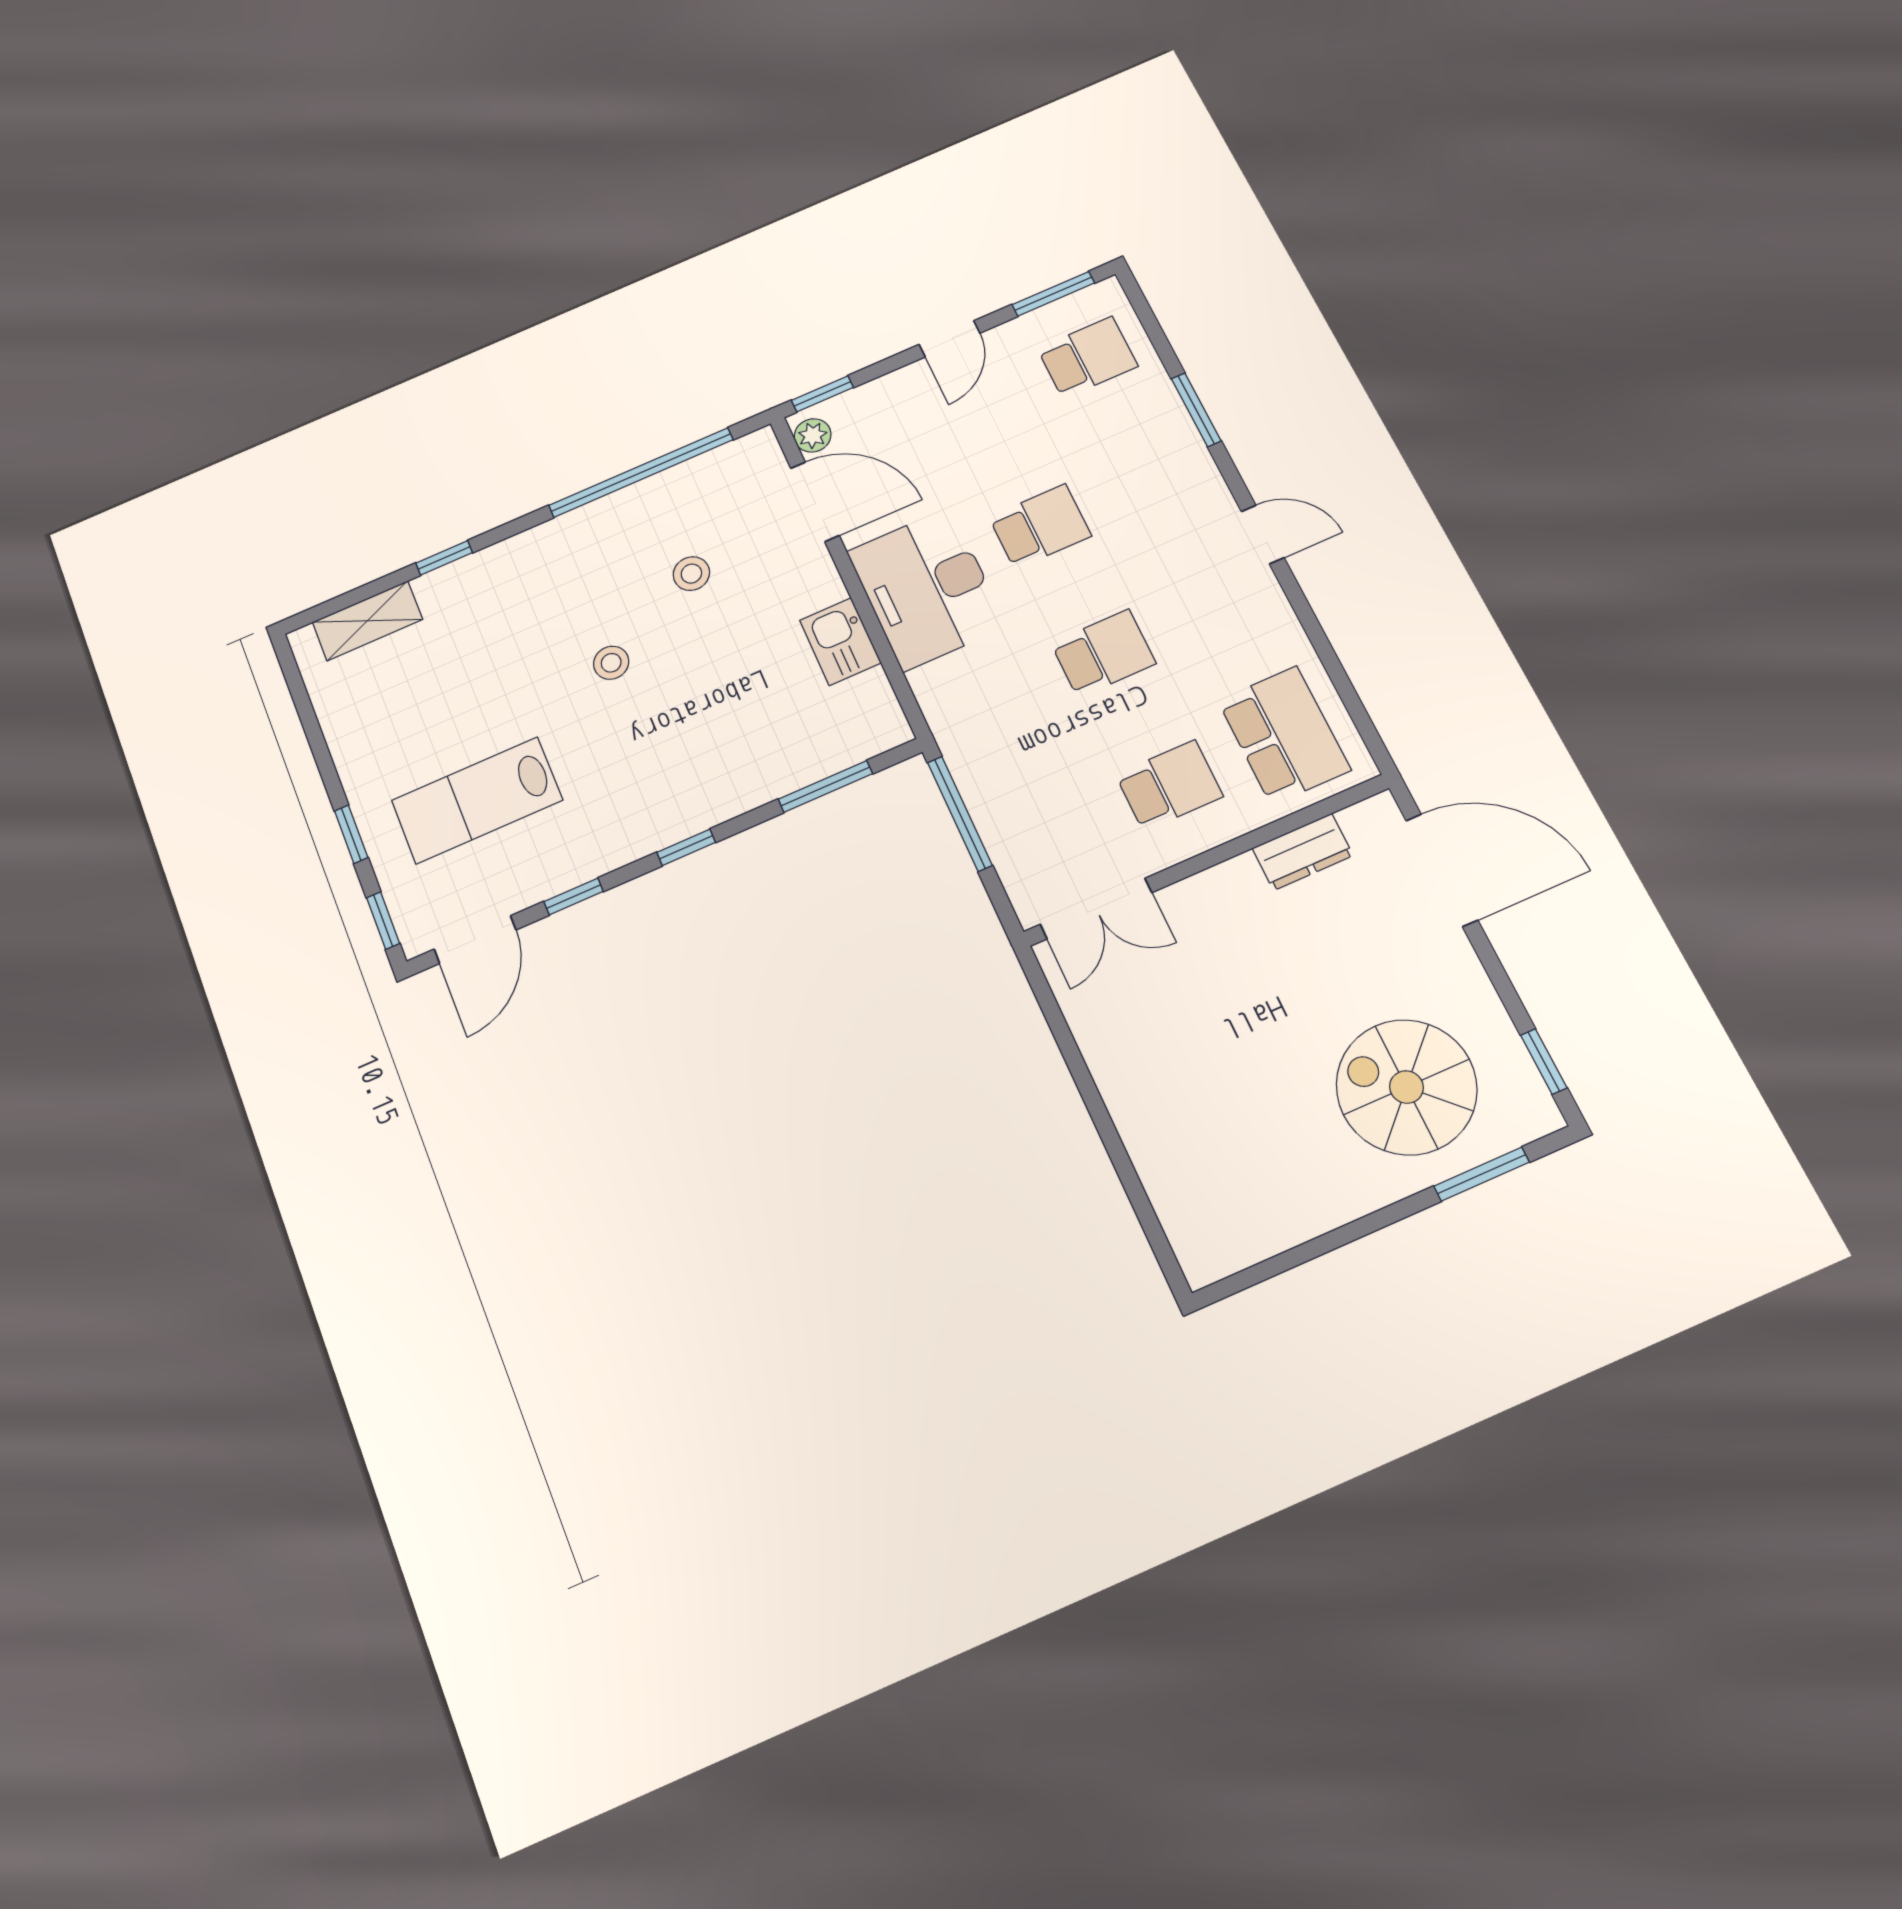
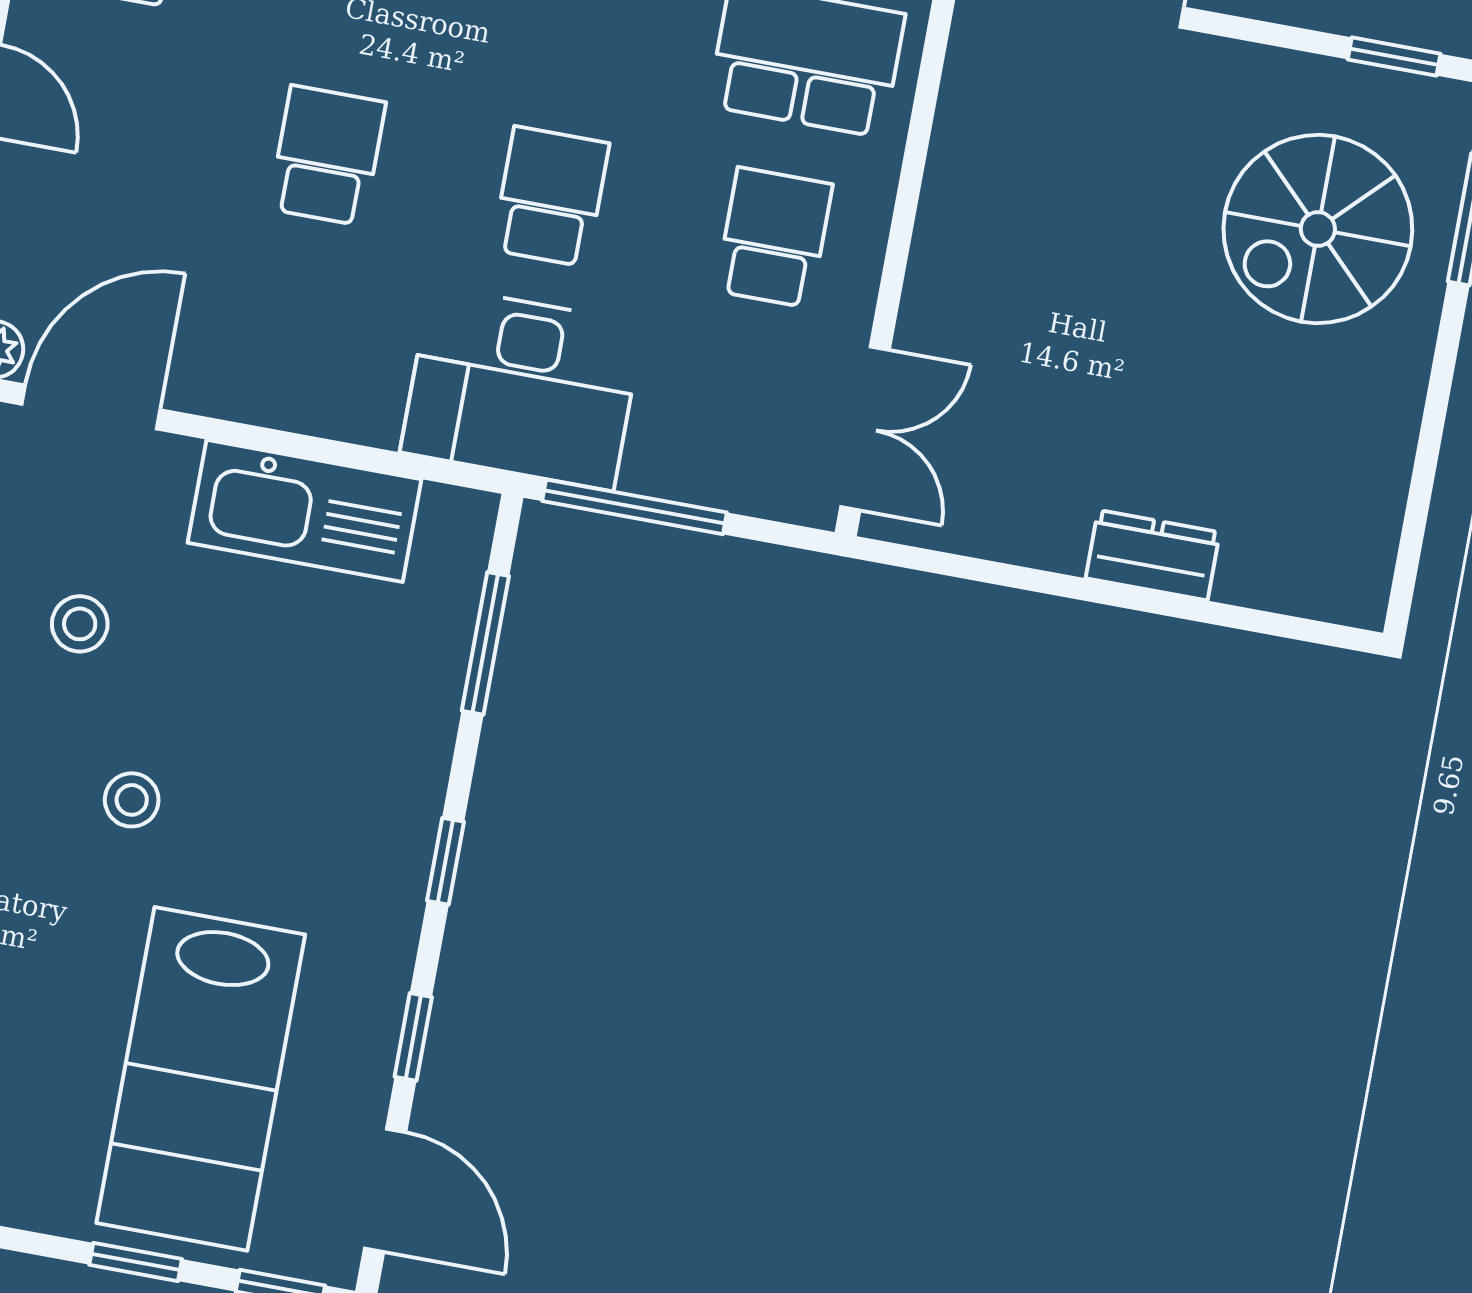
desk: (927, 589) -> (522, 388), moved
kitchen sink: (840, 642) -> (305, 511), width x1.88, depth x1.24
lab bench: (477, 800) -> (201, 1079), width x1.36, depth x1.39
dresser: (1303, 852) -> (1153, 555), moved, turned -90

